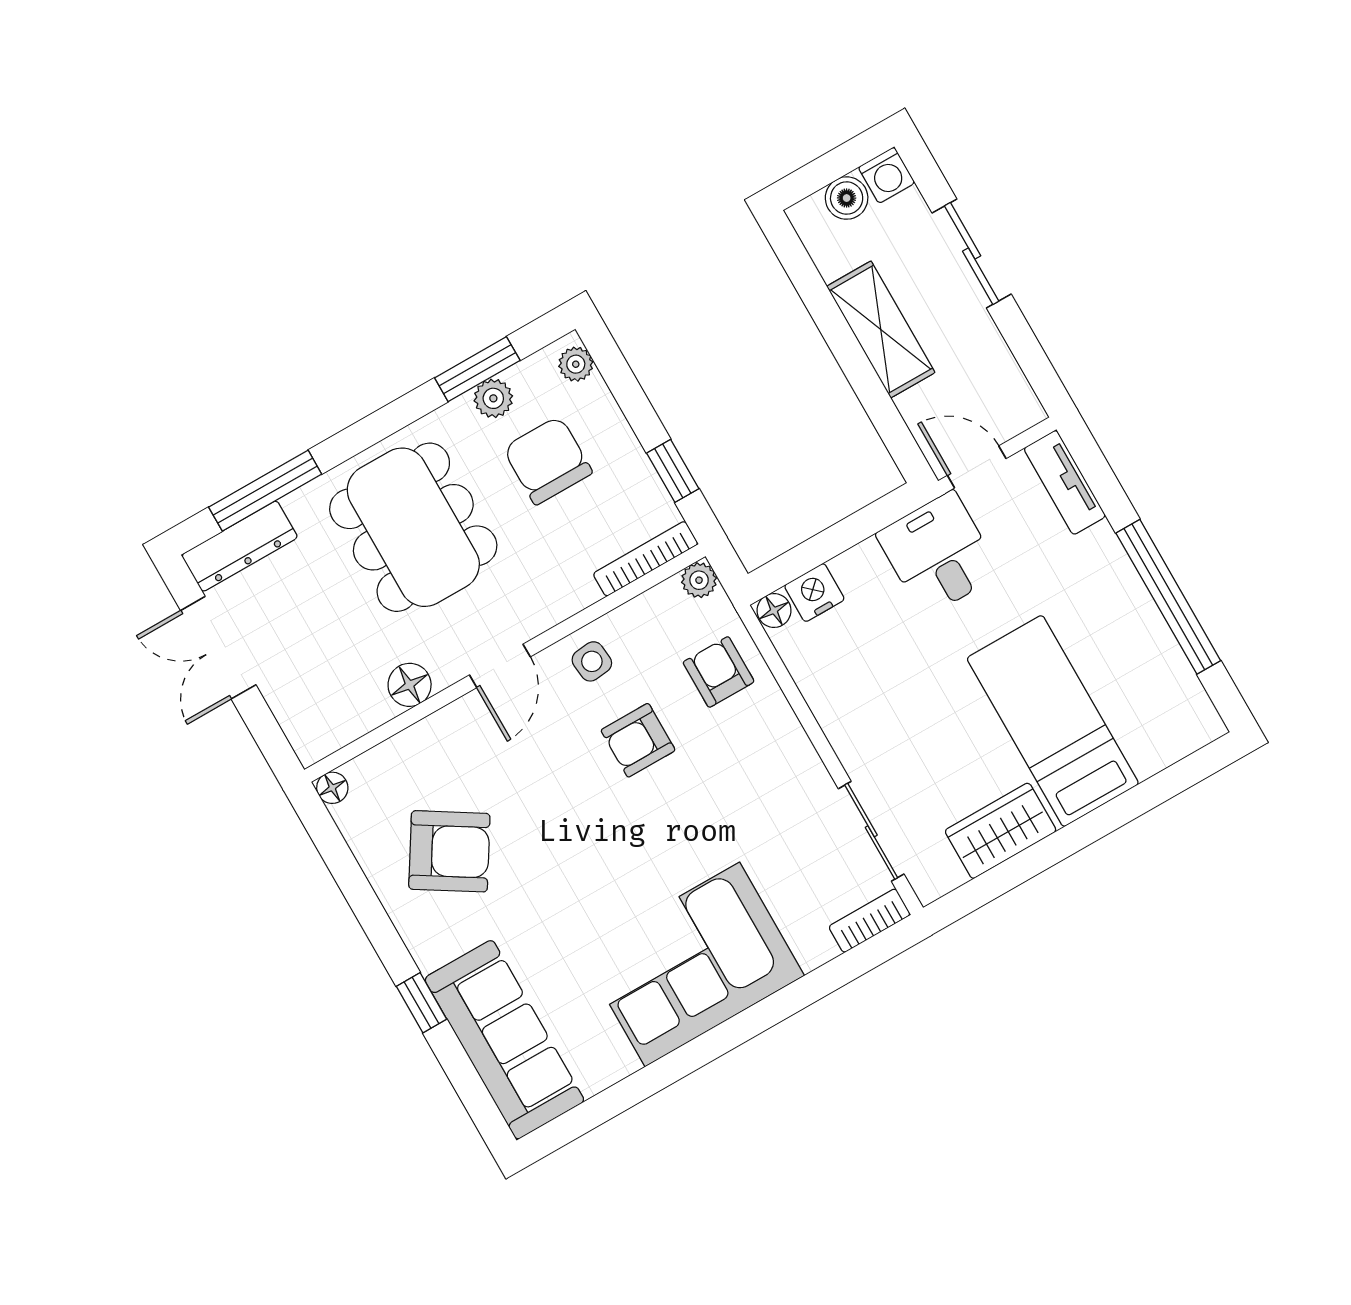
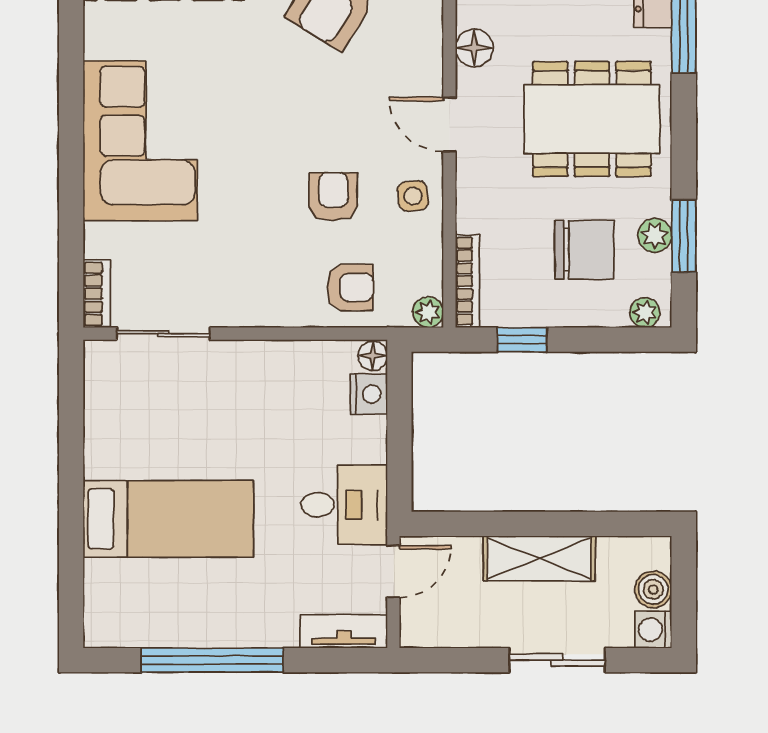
wardrobe: (1001, 831) -> (108, 432), removed

